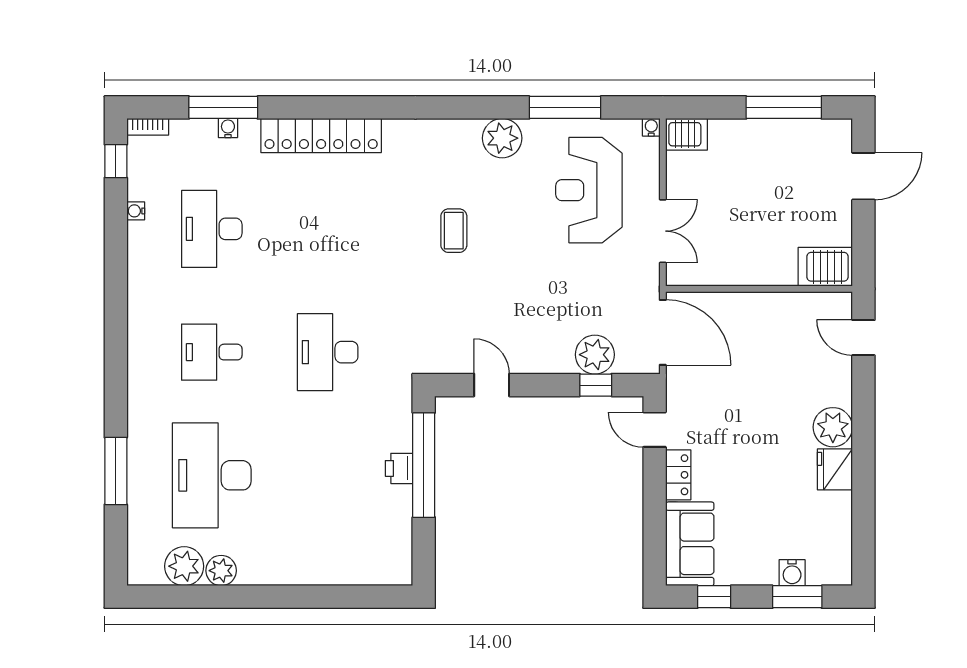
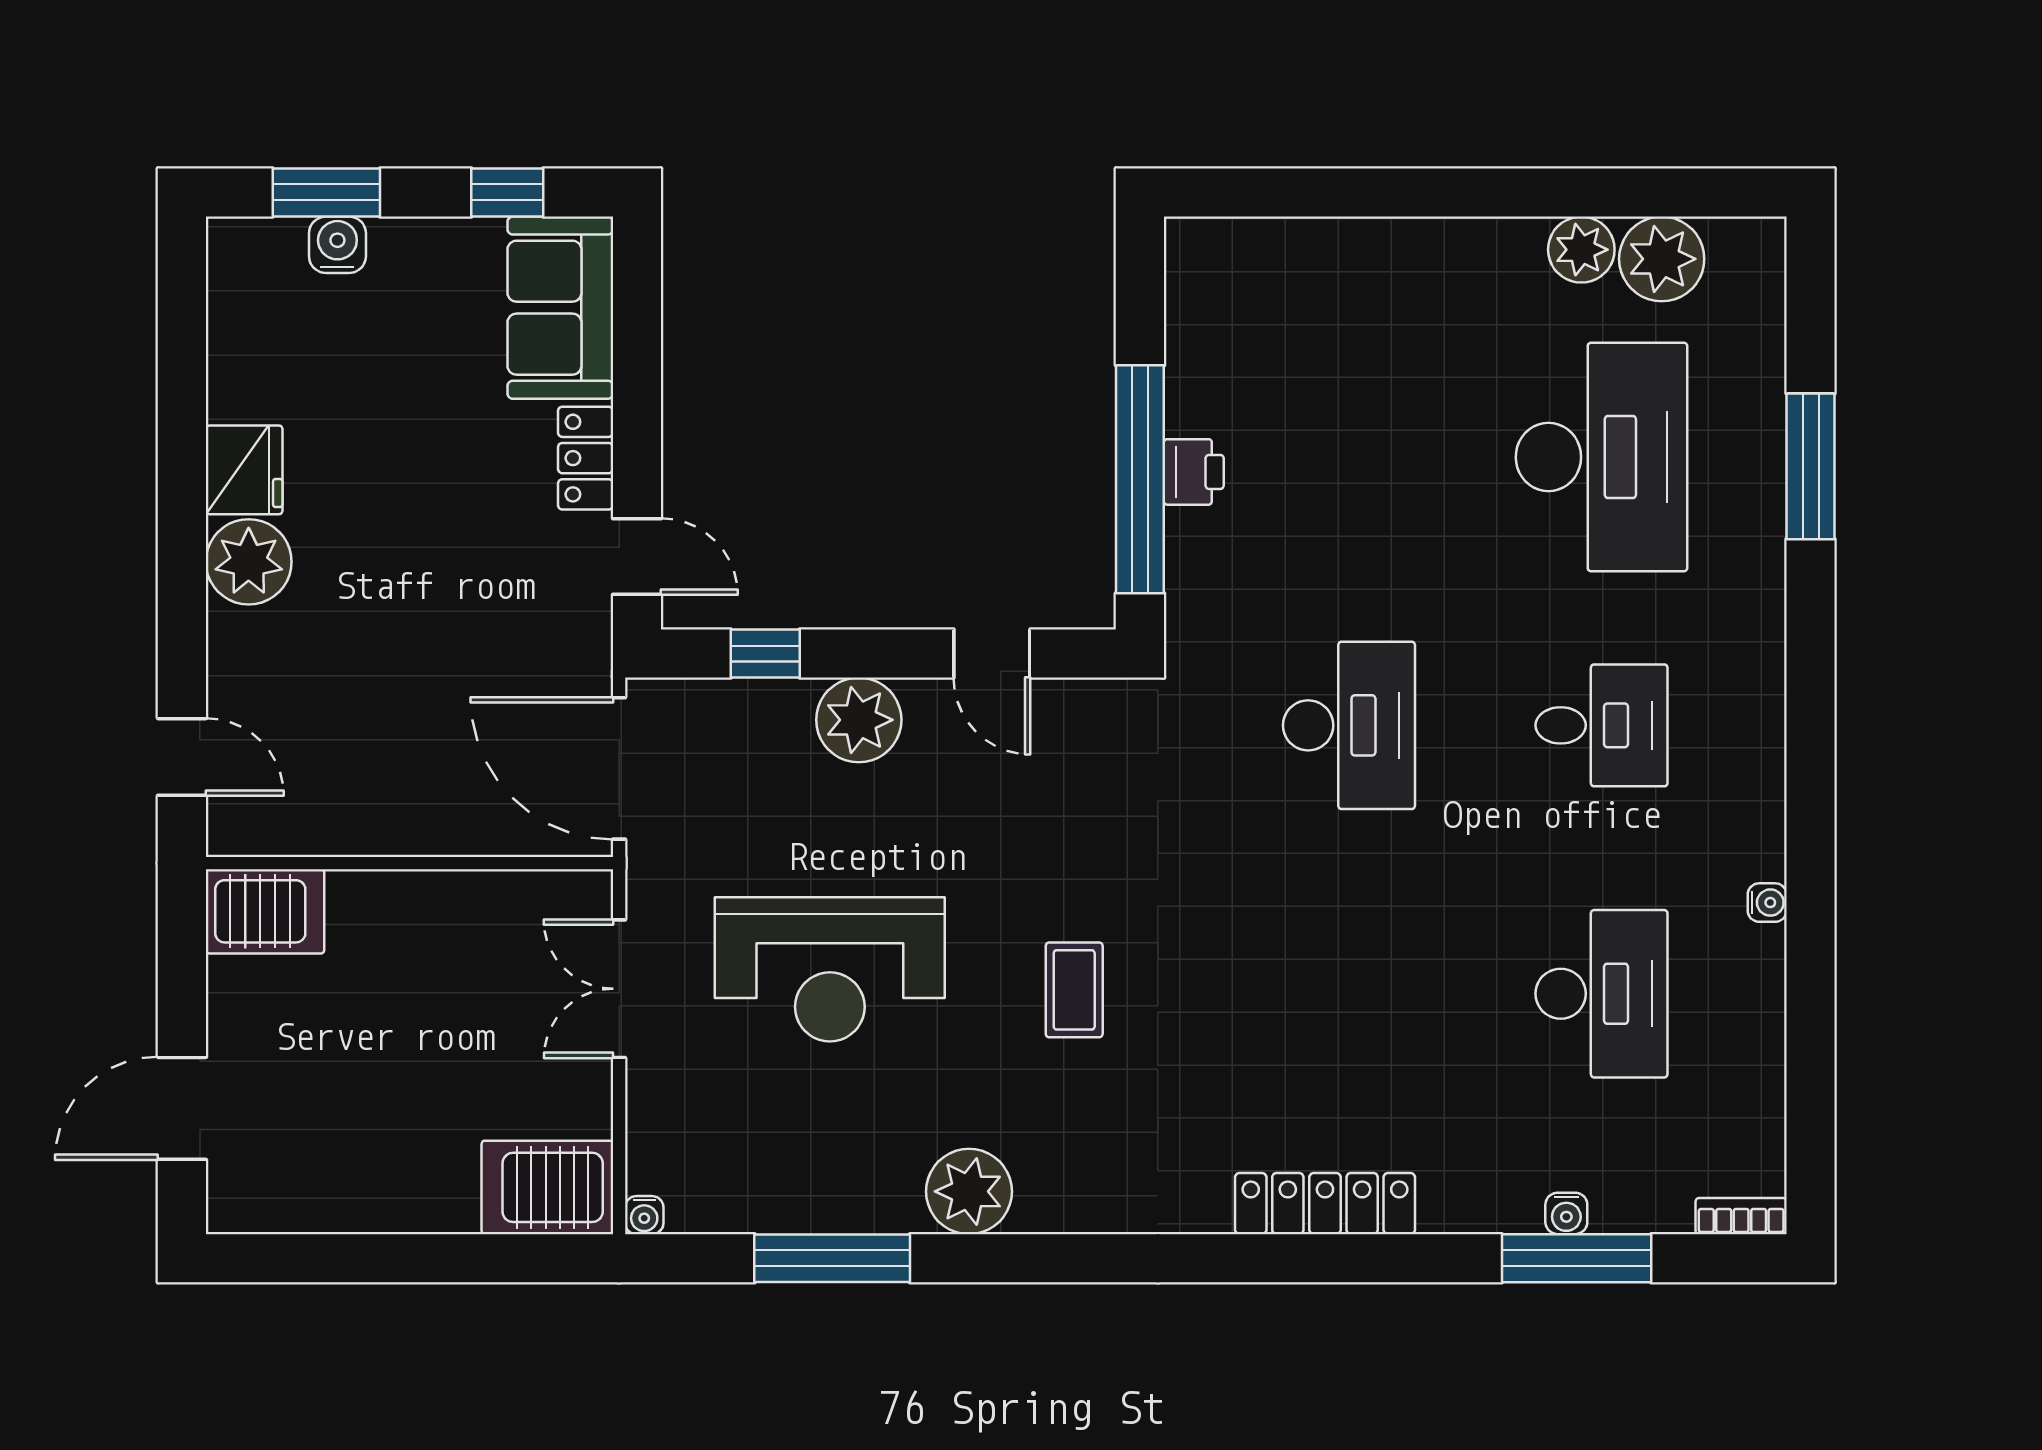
window: (784, 107) -> (355, 1258), removed
server rack: (687, 134) -> (547, 1187), width x1.36, depth x1.44
locker: (321, 136) -> (1325, 1204), width x0.71, depth x0.83
window: (116, 161) -> (1811, 1141), removed
reception desk: (589, 190) -> (830, 969), moved, turned 90
water cooler: (136, 211) -> (1767, 903), moved
plant: (595, 355) -> (859, 720), moved

